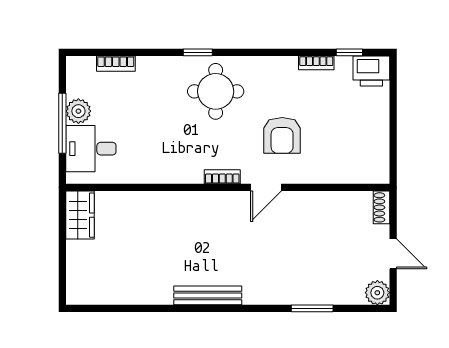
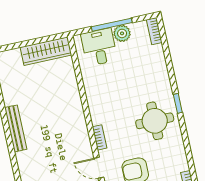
bookcase: (116, 64) -> (154, 31), moved
wardrobe: (80, 215) -> (46, 51), width x1.50
bench: (208, 295) -> (16, 128), moved

